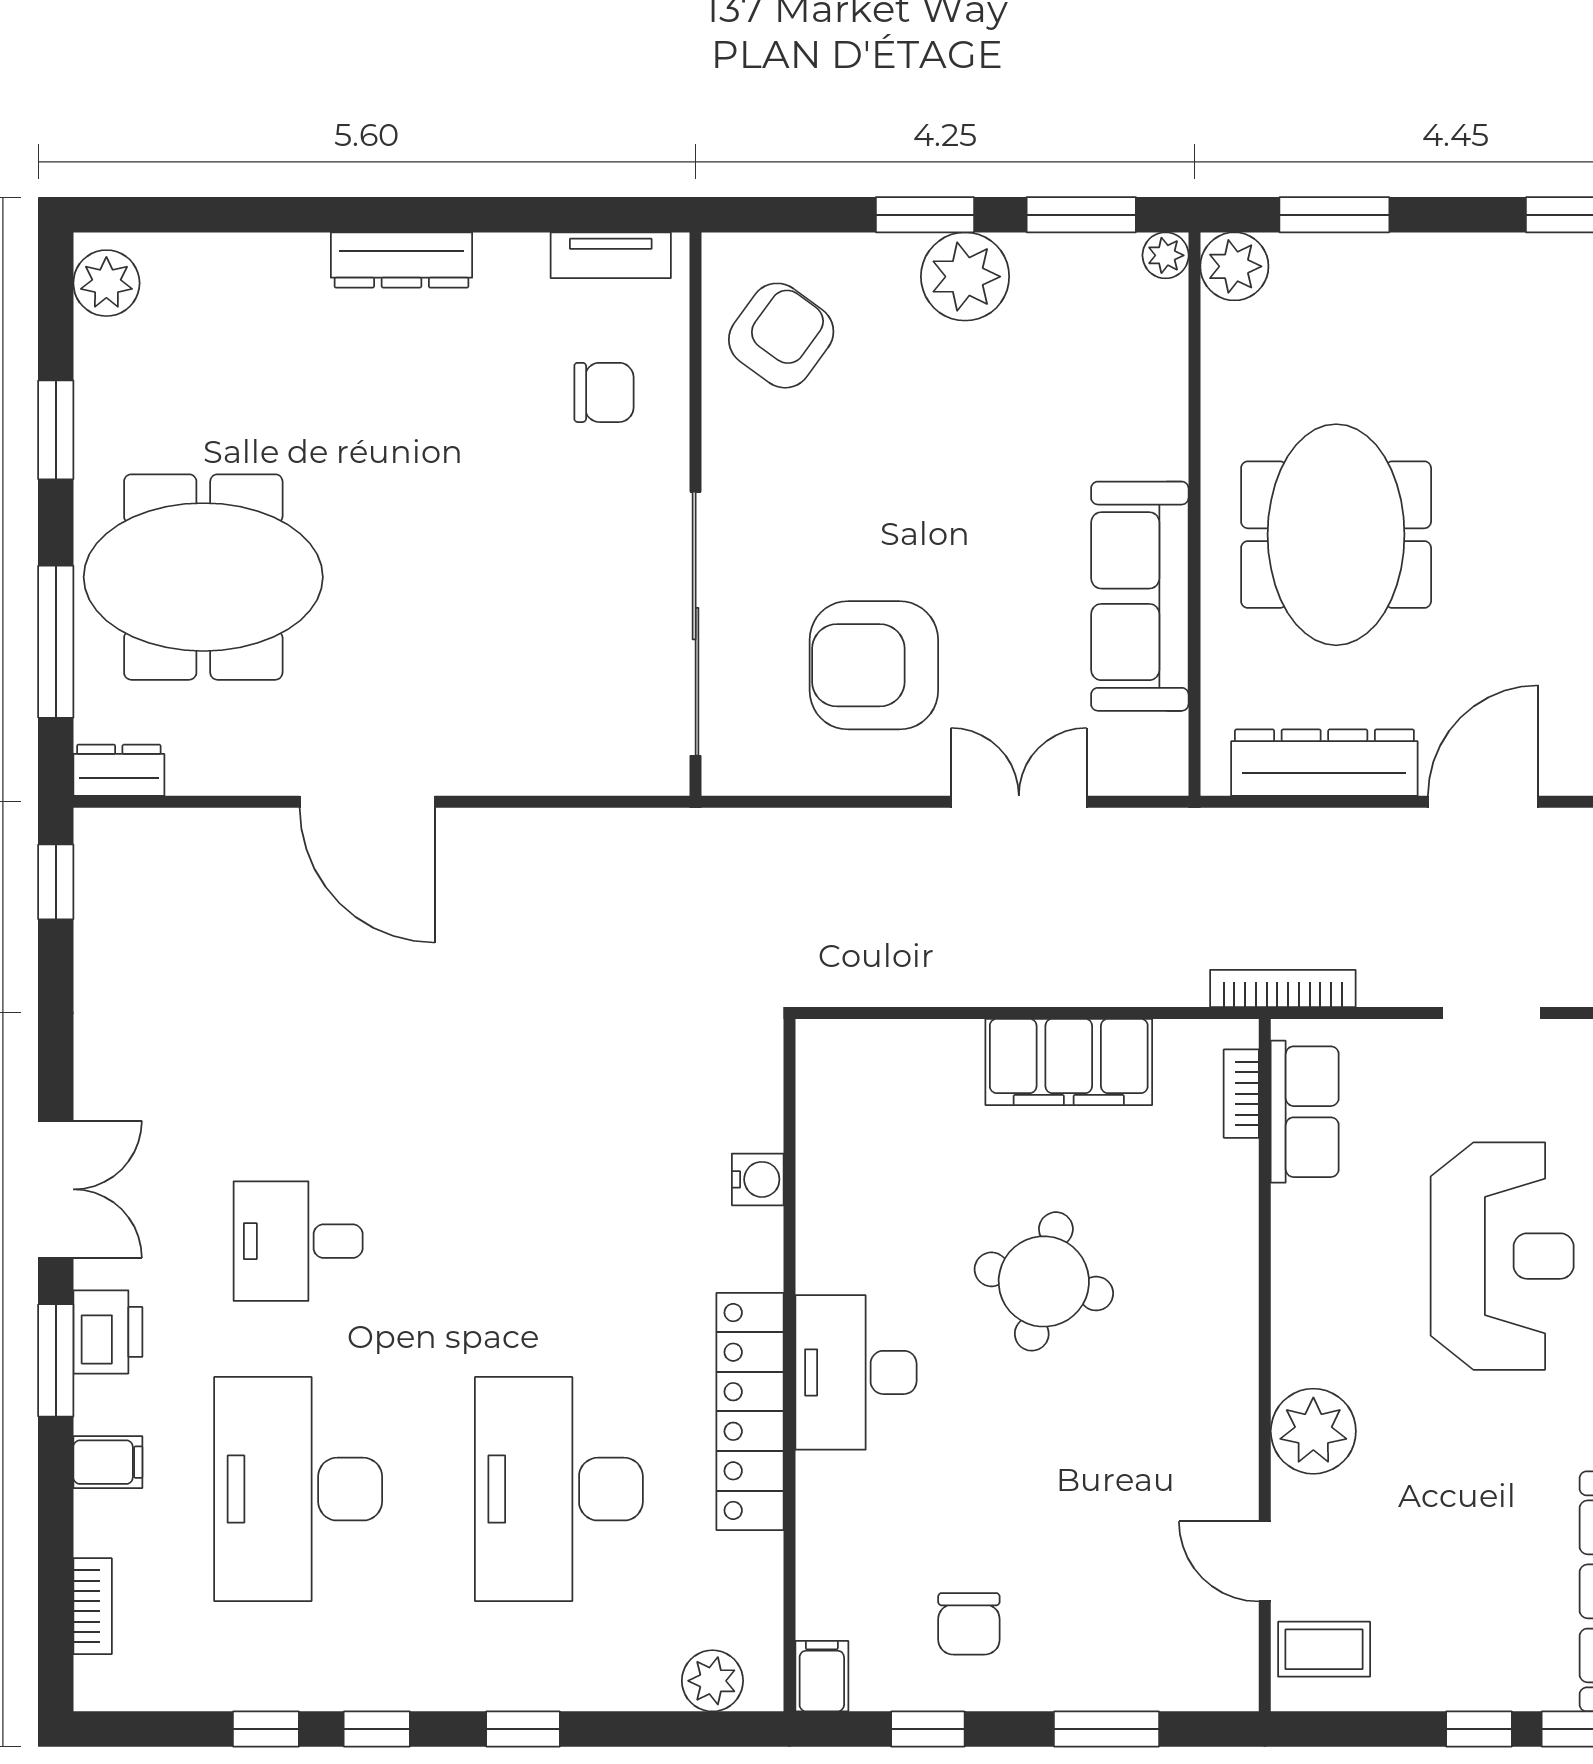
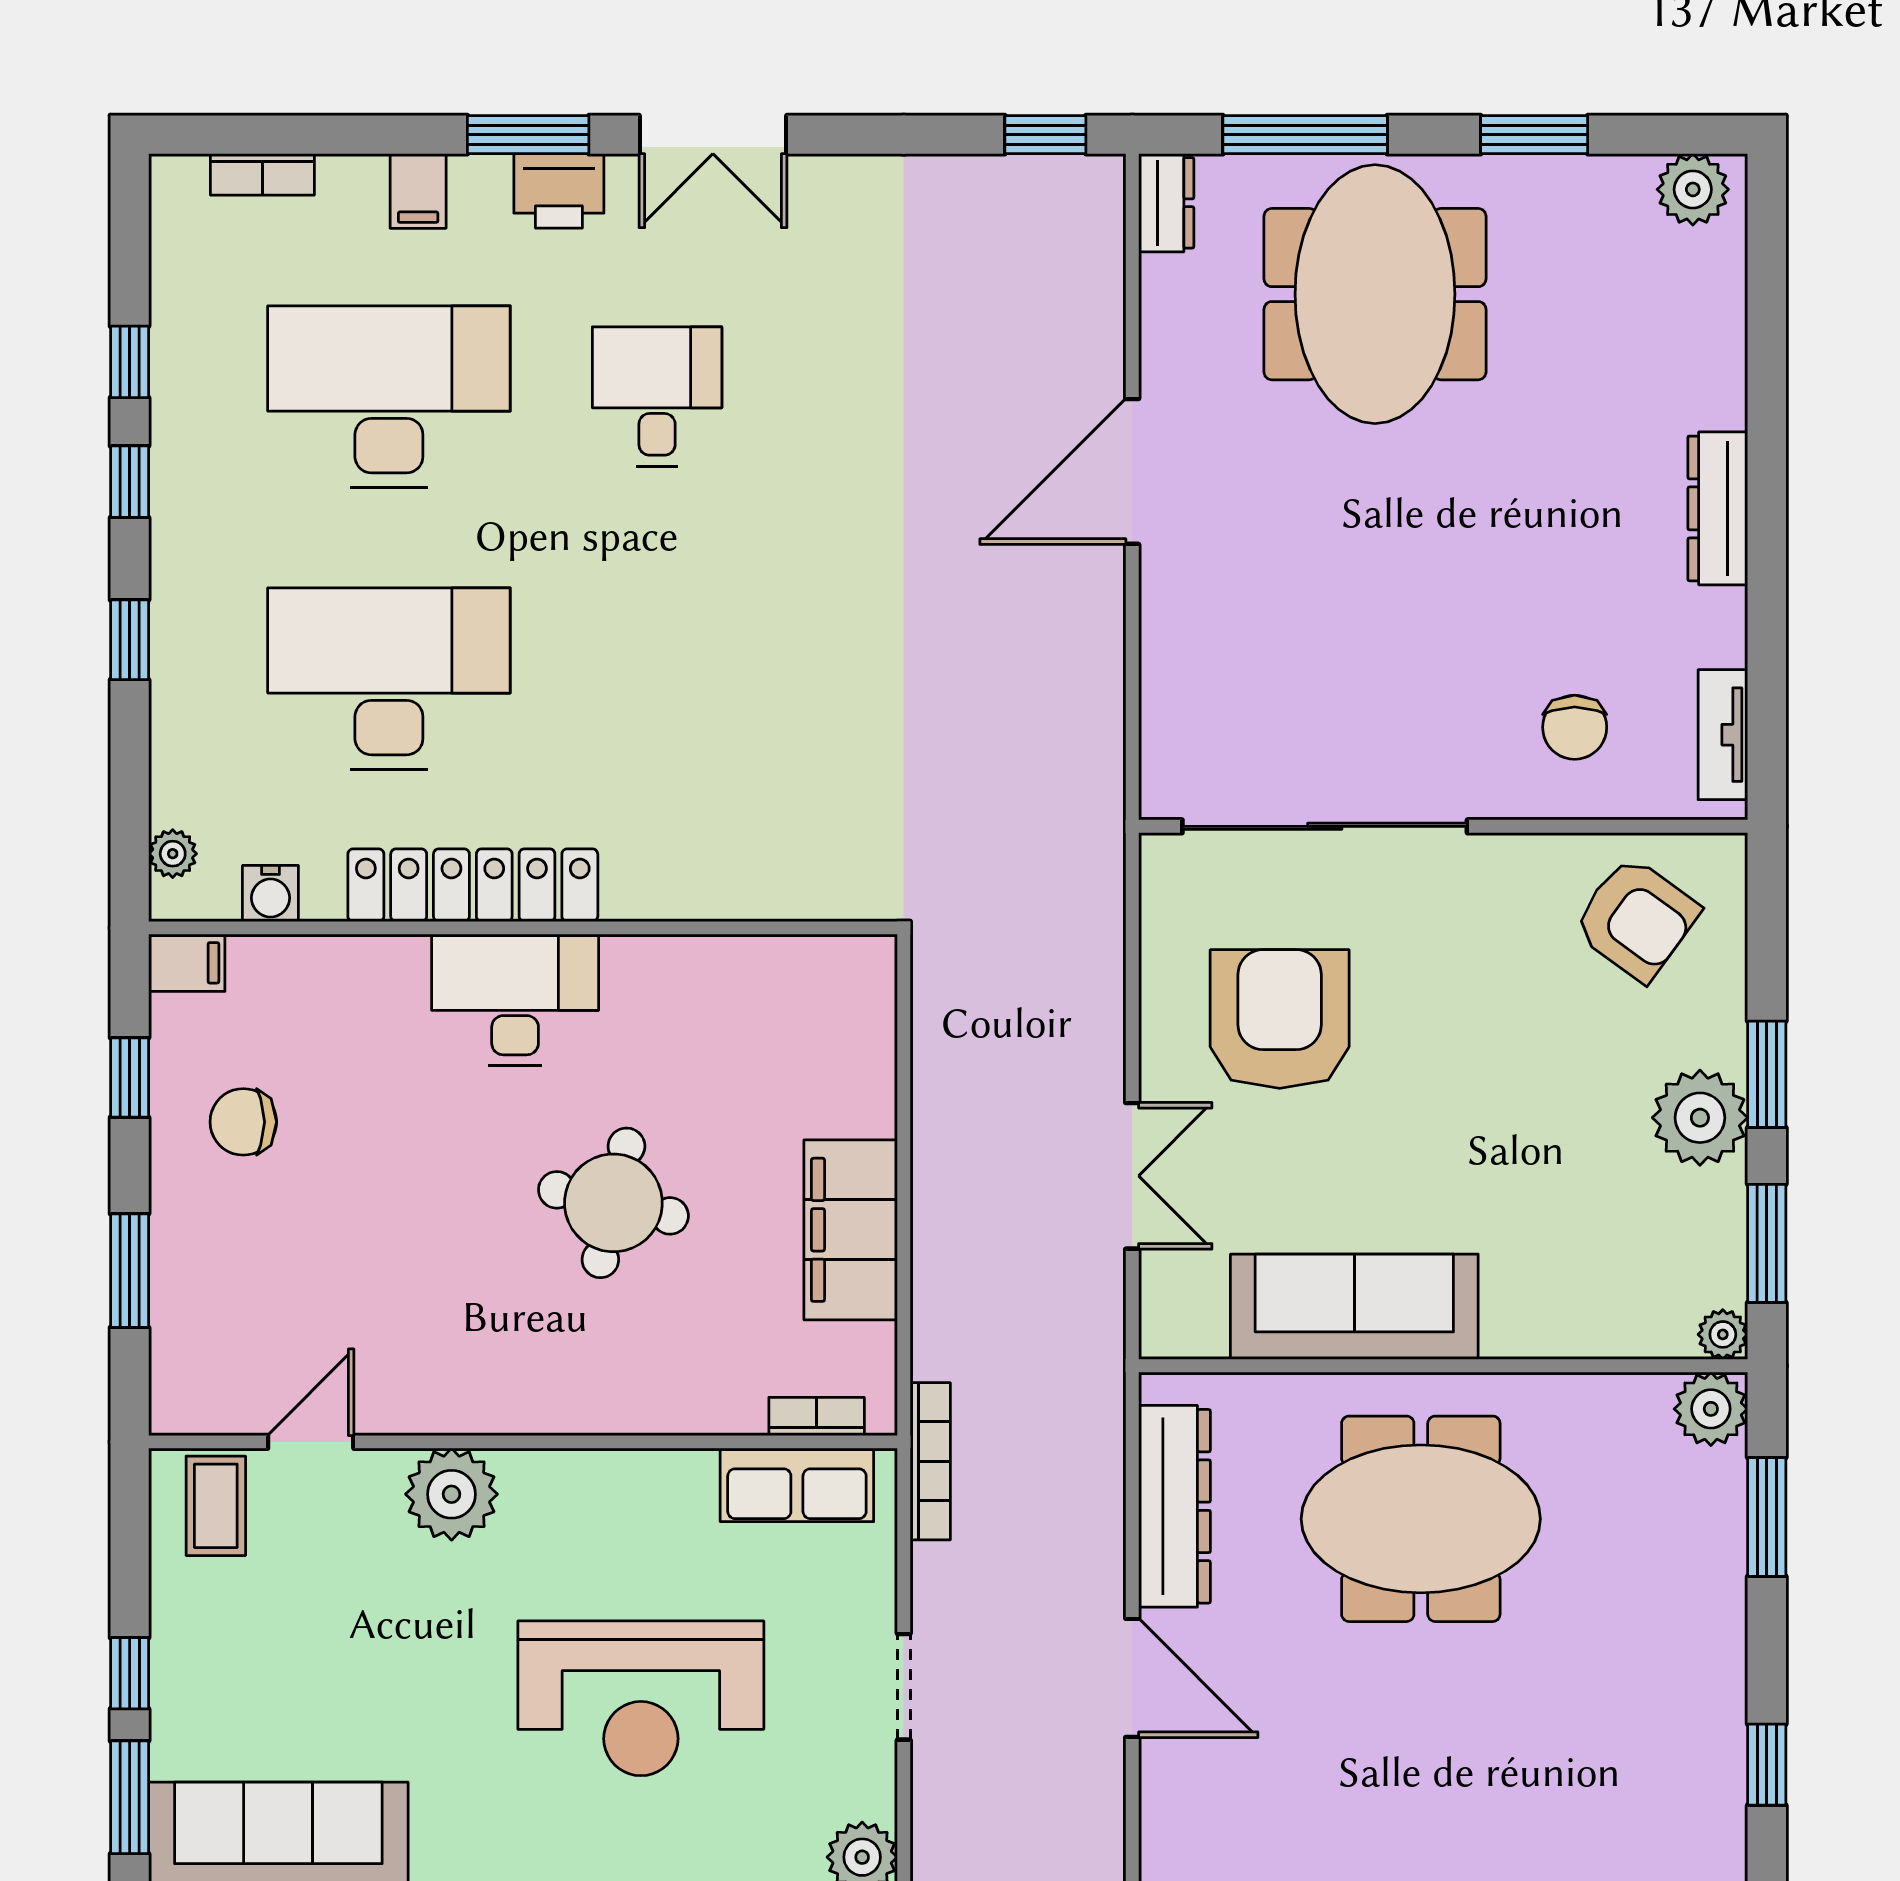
water cooler: (758, 1179) -> (270, 893), moved
plant: (712, 1681) -> (173, 854), width x0.73, depth x0.73

